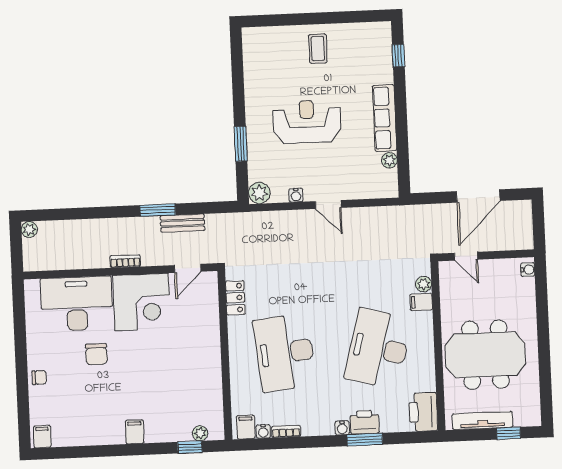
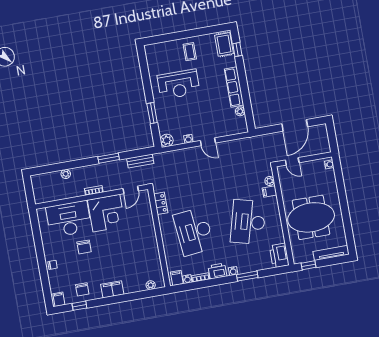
rug: (377, 44) -> (224, 44), added
reception desk: (307, 122) -> (179, 84), moved, turned 180
bench: (182, 223) -> (140, 161), moved
plant: (29, 229) -> (66, 174), moved
tv unit: (483, 420) -> (331, 253), moved
printer: (365, 422) -> (217, 271), moved
chair: (84, 425) -> (82, 289), added
filing cabinet: (135, 432) -> (112, 289), width x2.00
window: (509, 433) -> (309, 265), moved
window: (190, 447) -> (79, 306), moved

